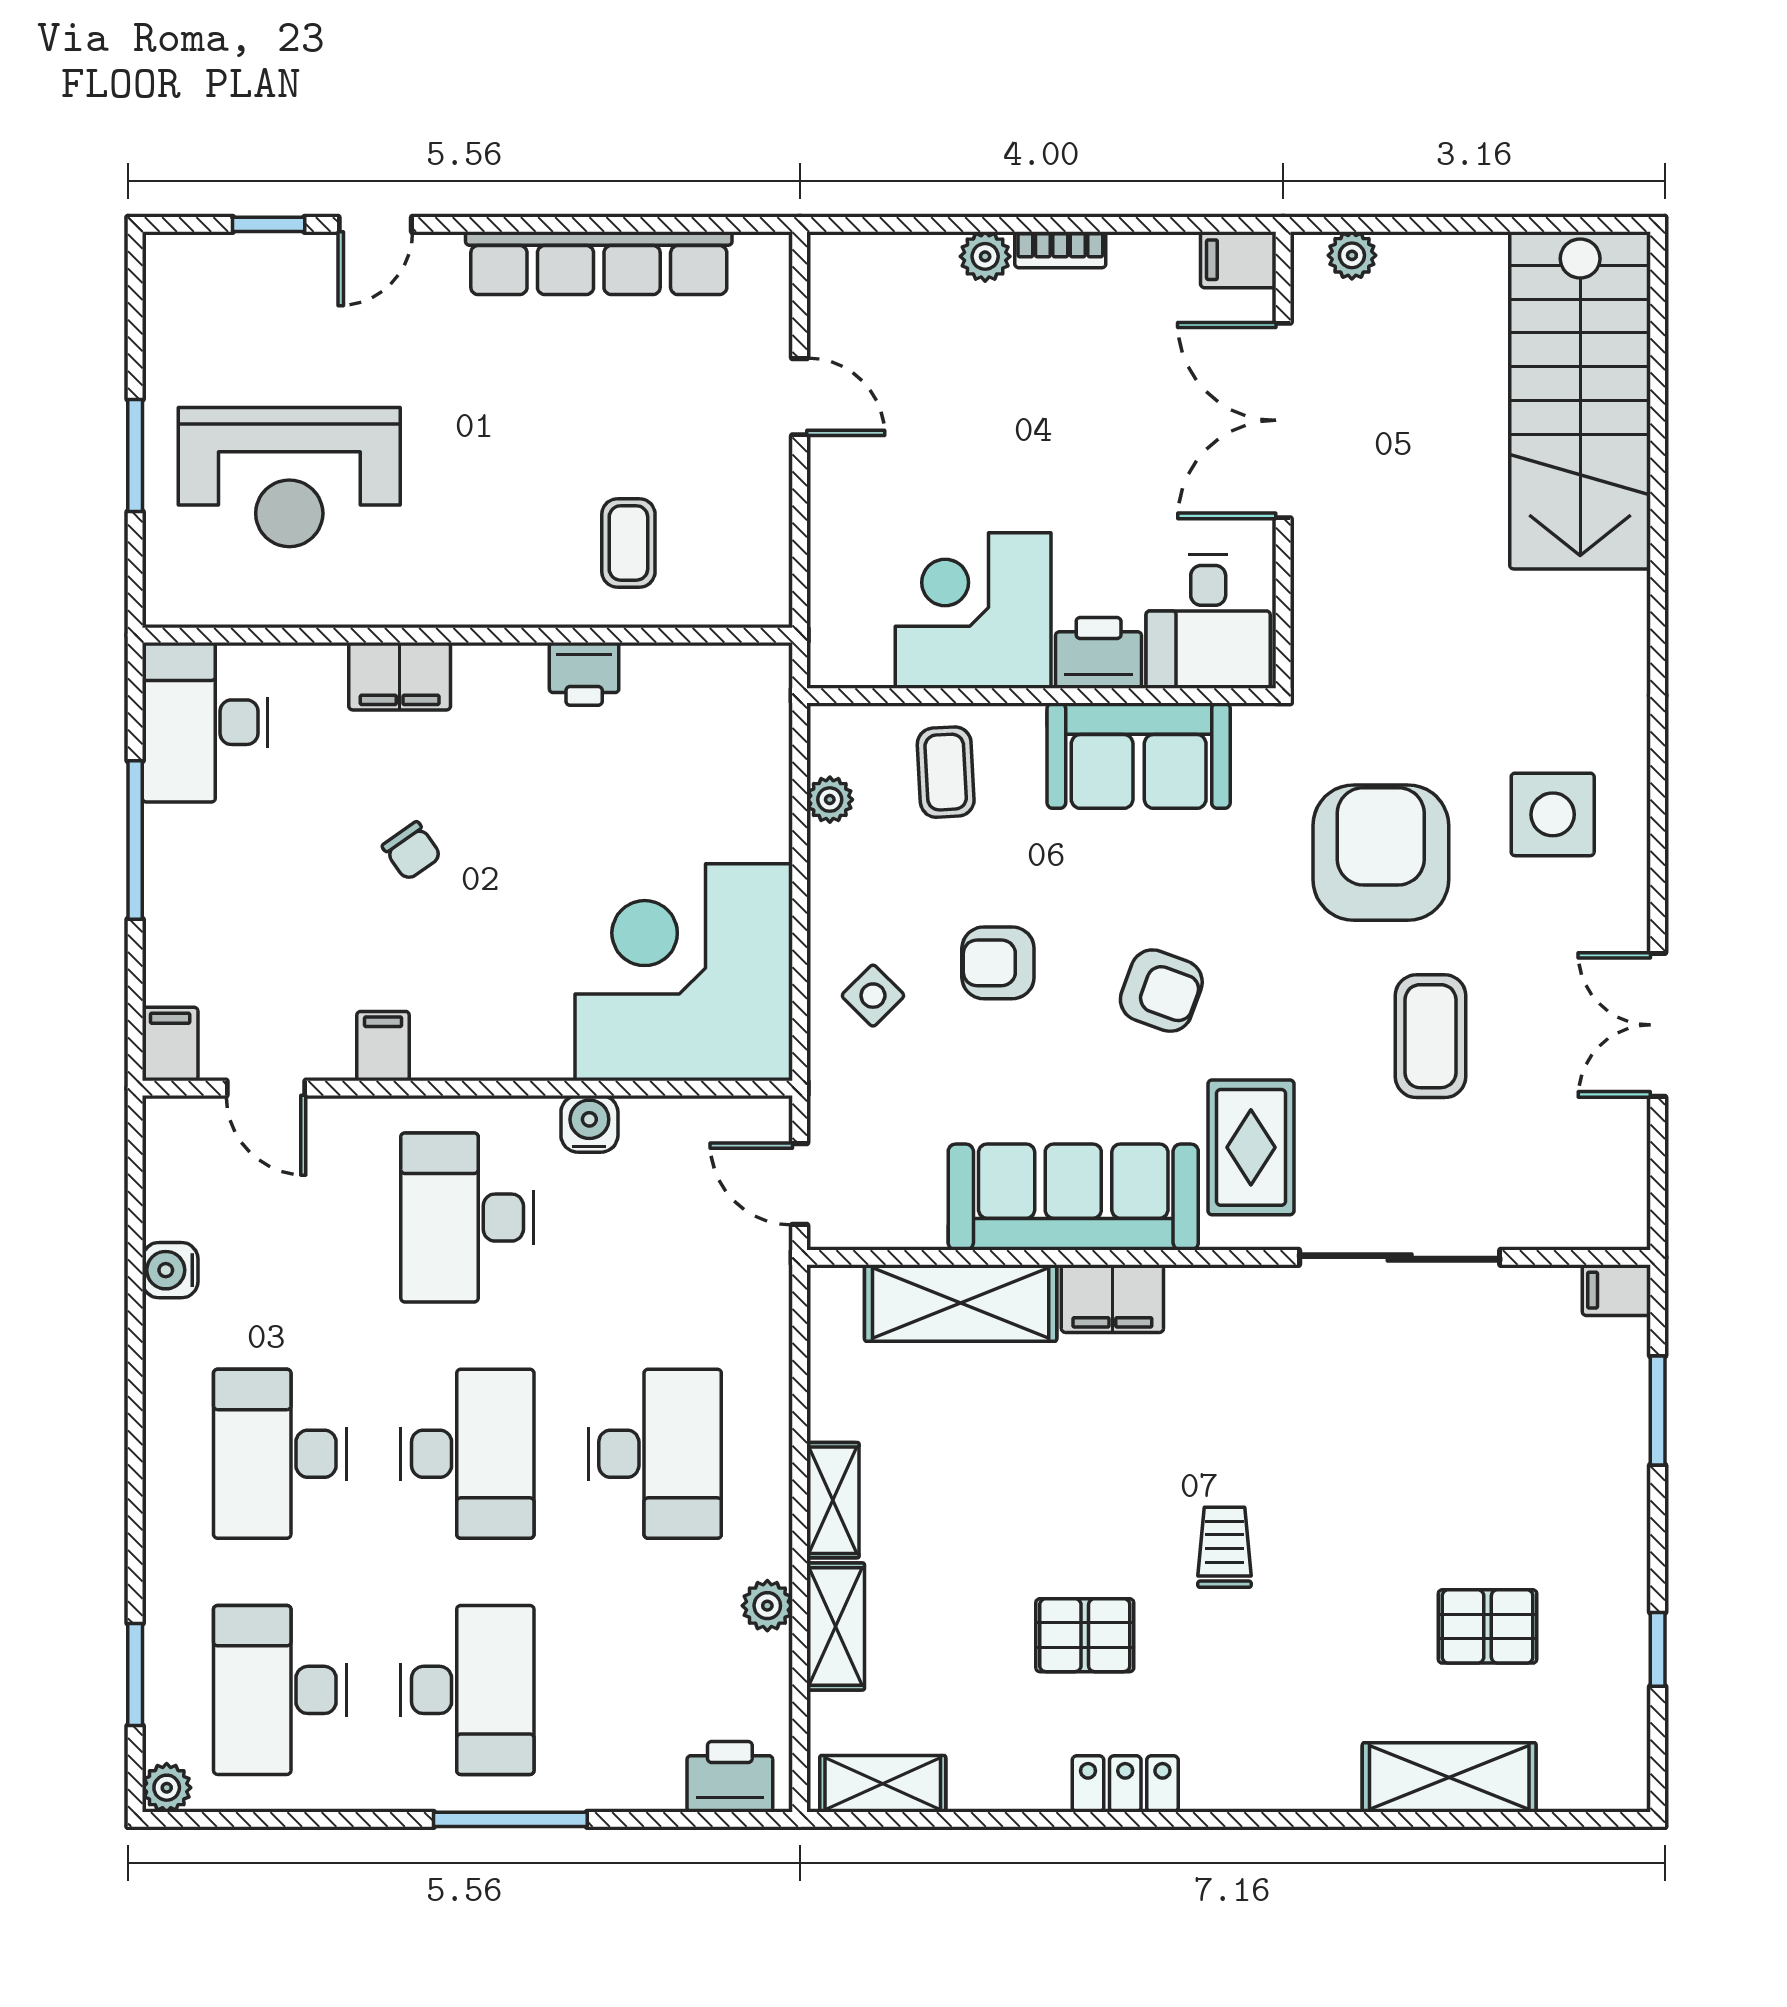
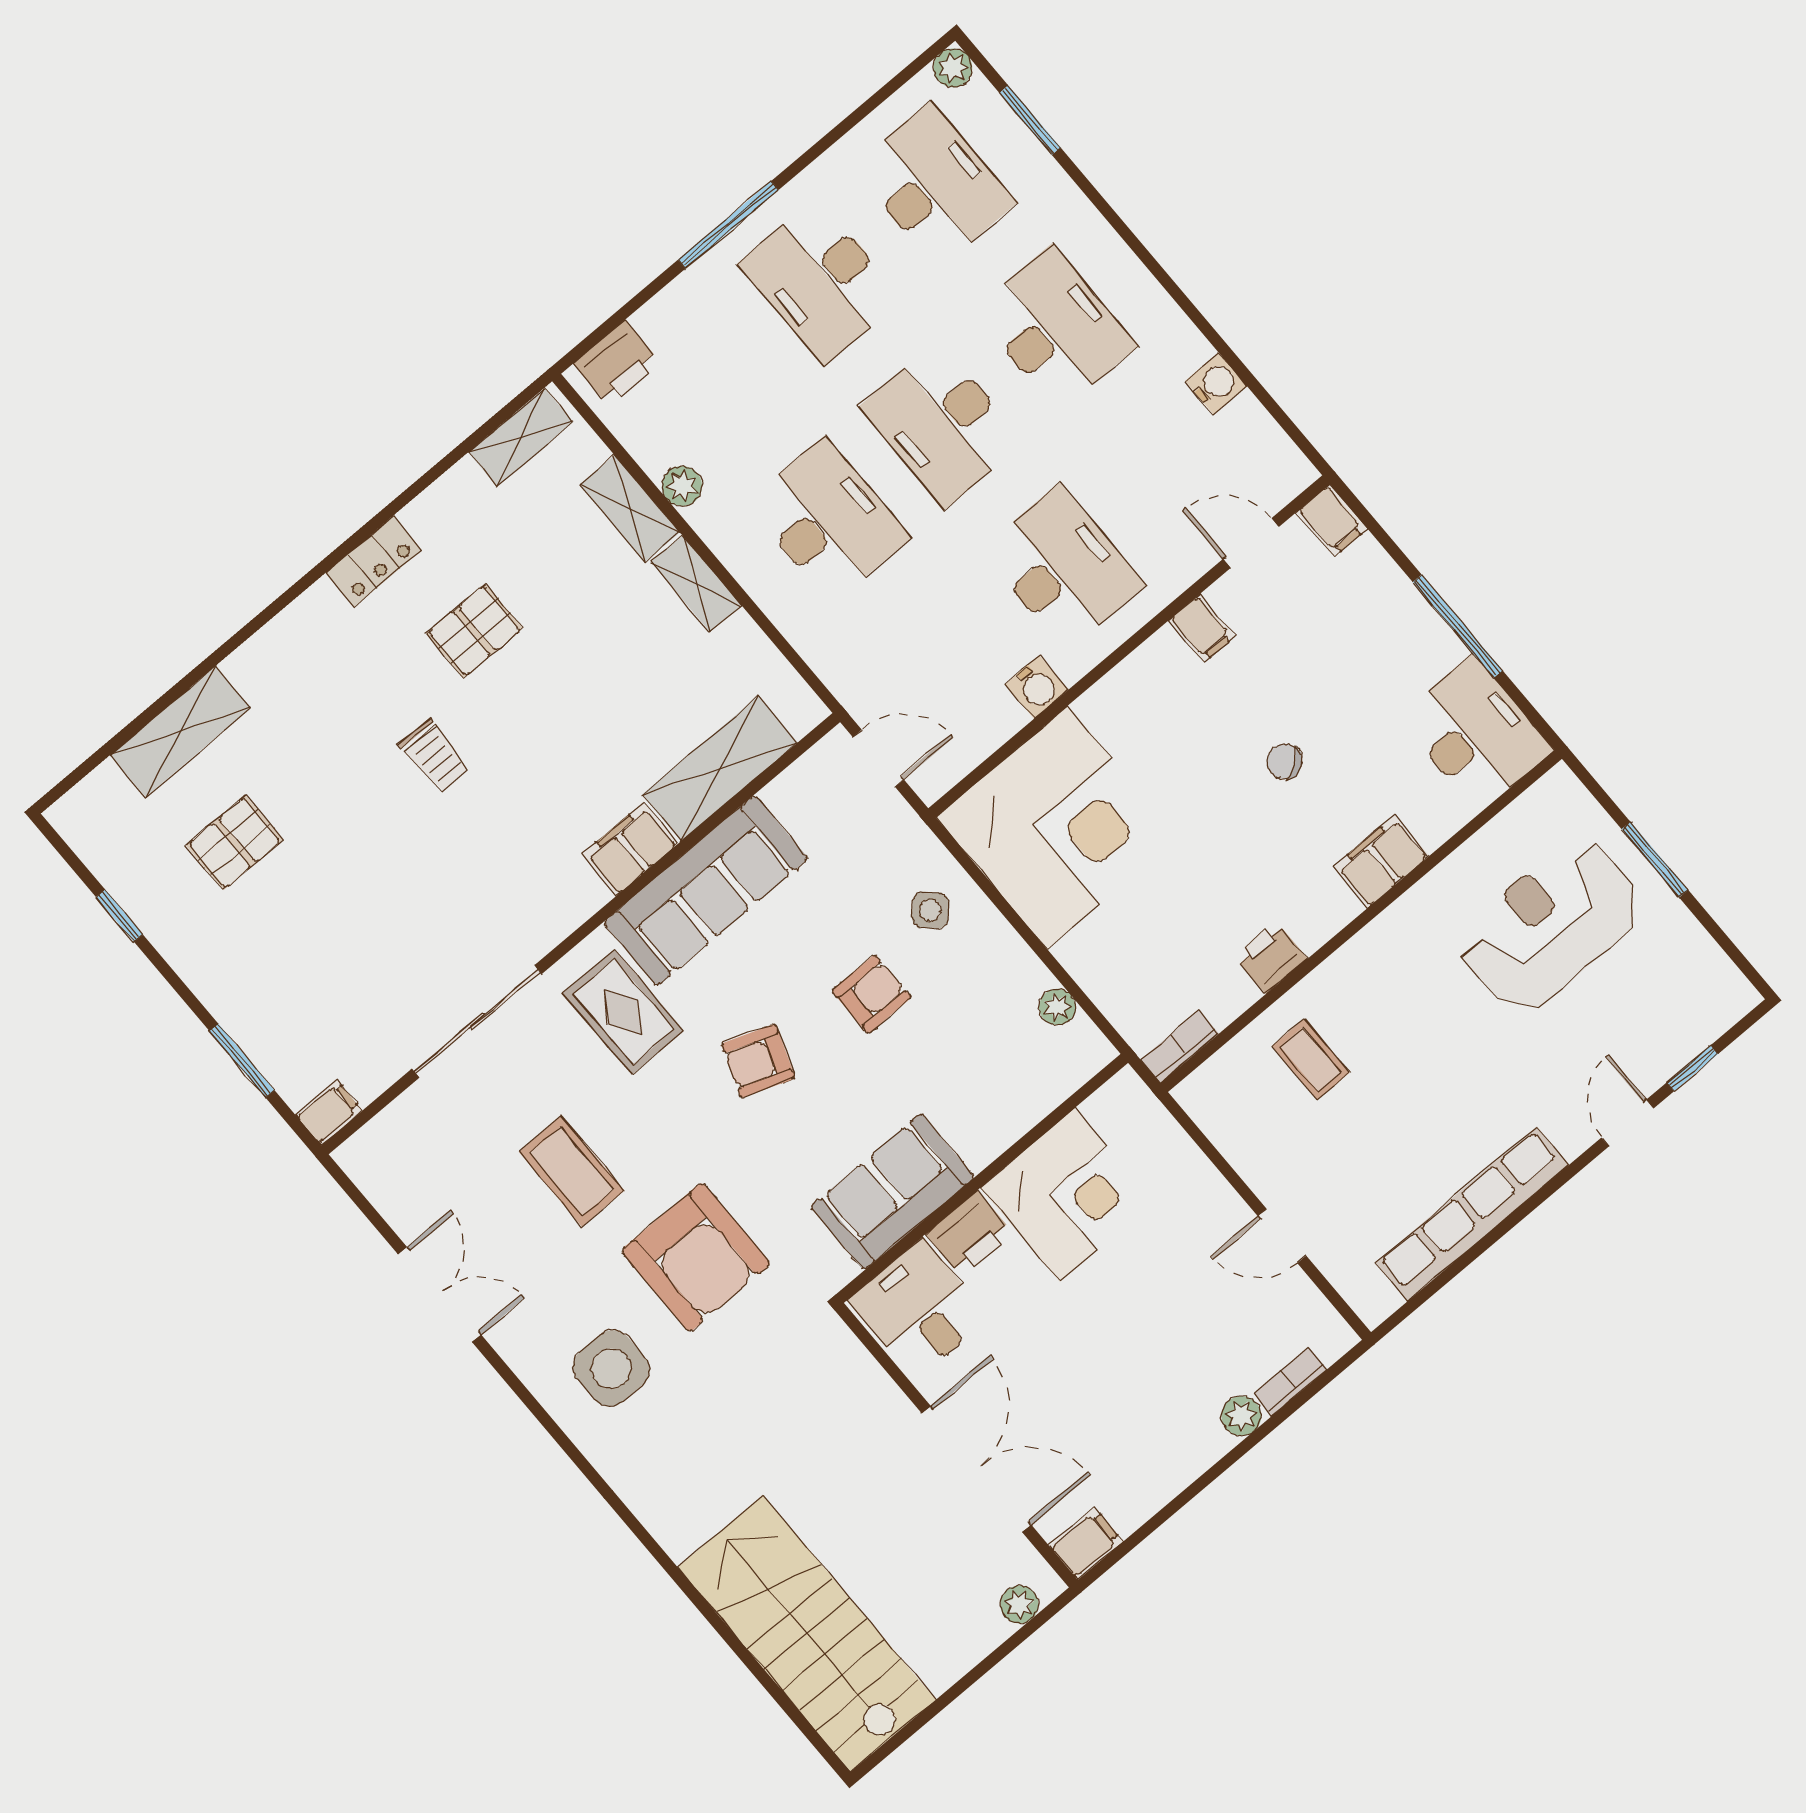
bookcase: (1060, 250) -> (1290, 1381), moved
bookcase: (744, 662) -> (1180, 1047), added
coffee table: (946, 772) -> (1001, 1083), removed
desk: (655, 1454) -> (828, 520), turned 180

